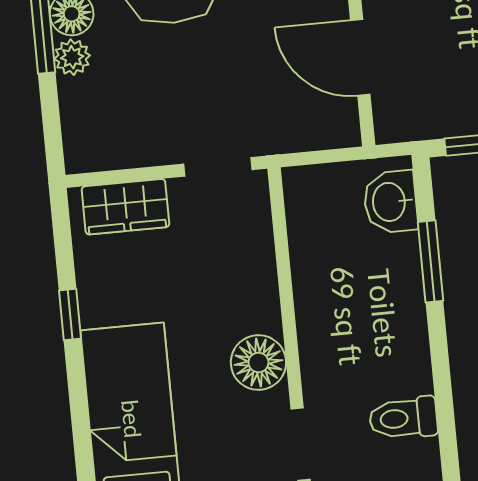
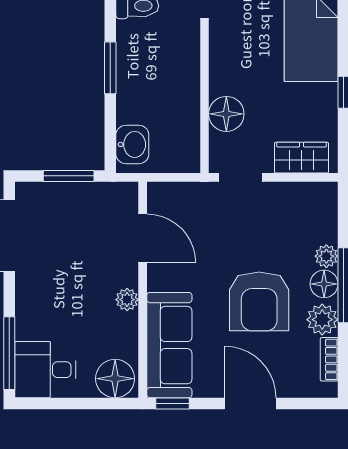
window: (431, 261) -> (110, 68), moved
floor lamp: (258, 363) -> (226, 114), moved

